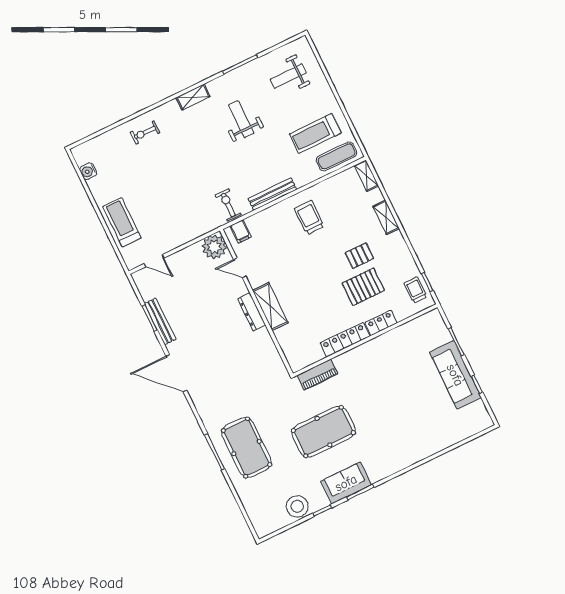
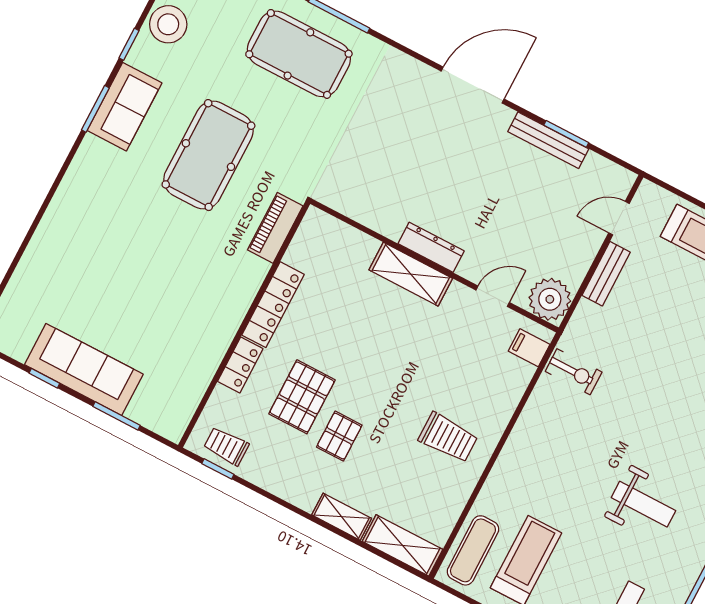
shelving: (366, 176) -> (402, 545), width x1.50, depth x1.33
bench: (272, 194) -> (606, 274), moved, width x0.73
trolley: (416, 290) -> (226, 446), turned 180

